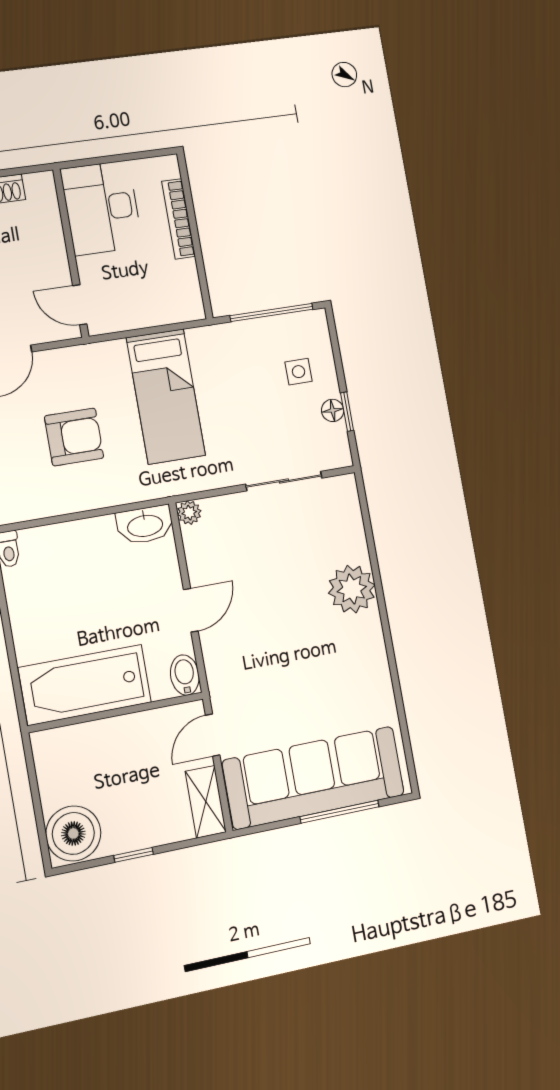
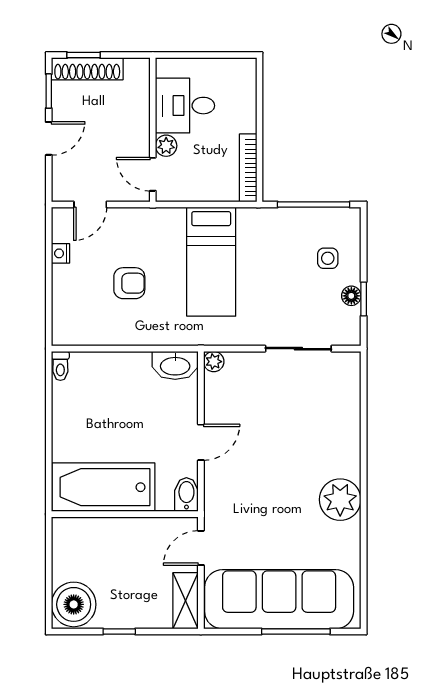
desk: (102, 208) -> (185, 106), width x0.73
bookcase: (179, 219) -> (248, 168), moved
plant: (90, 269) -> (166, 146), added
armchair: (74, 437) -> (129, 283), width x0.72, depth x0.72
plant: (352, 589) -> (340, 500), moved

